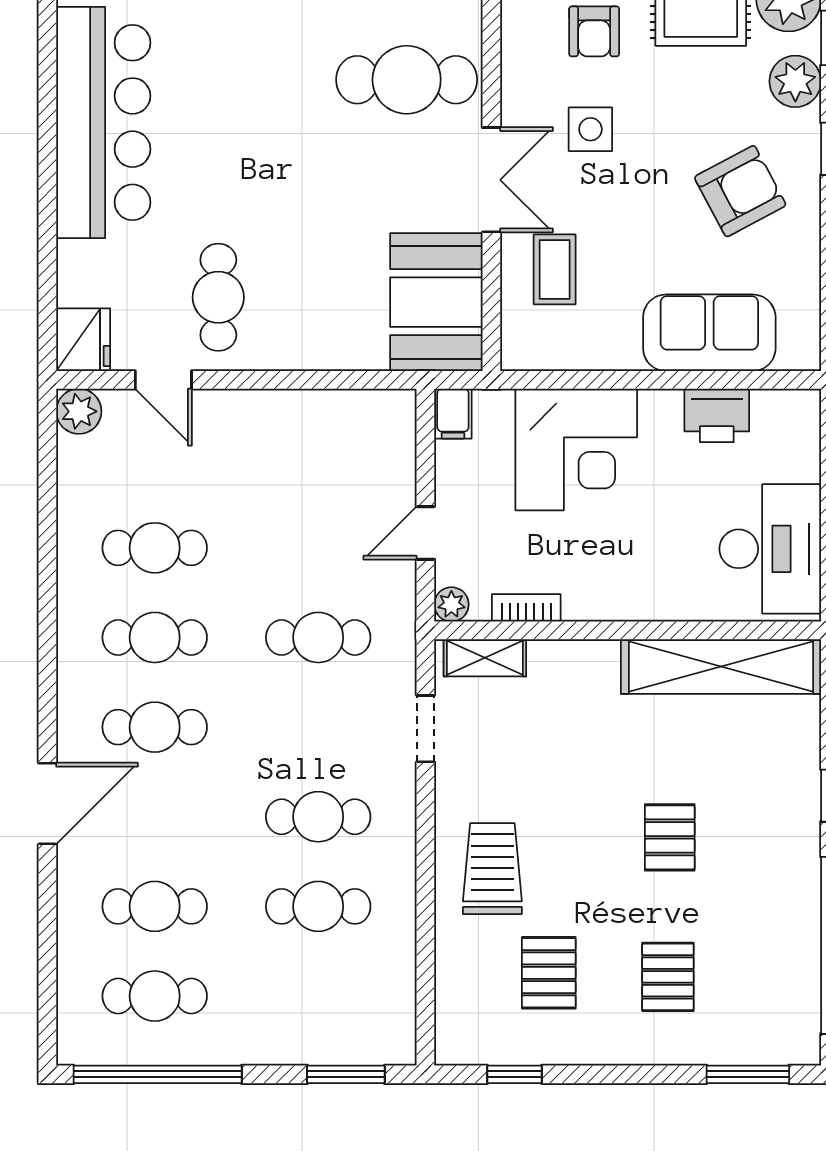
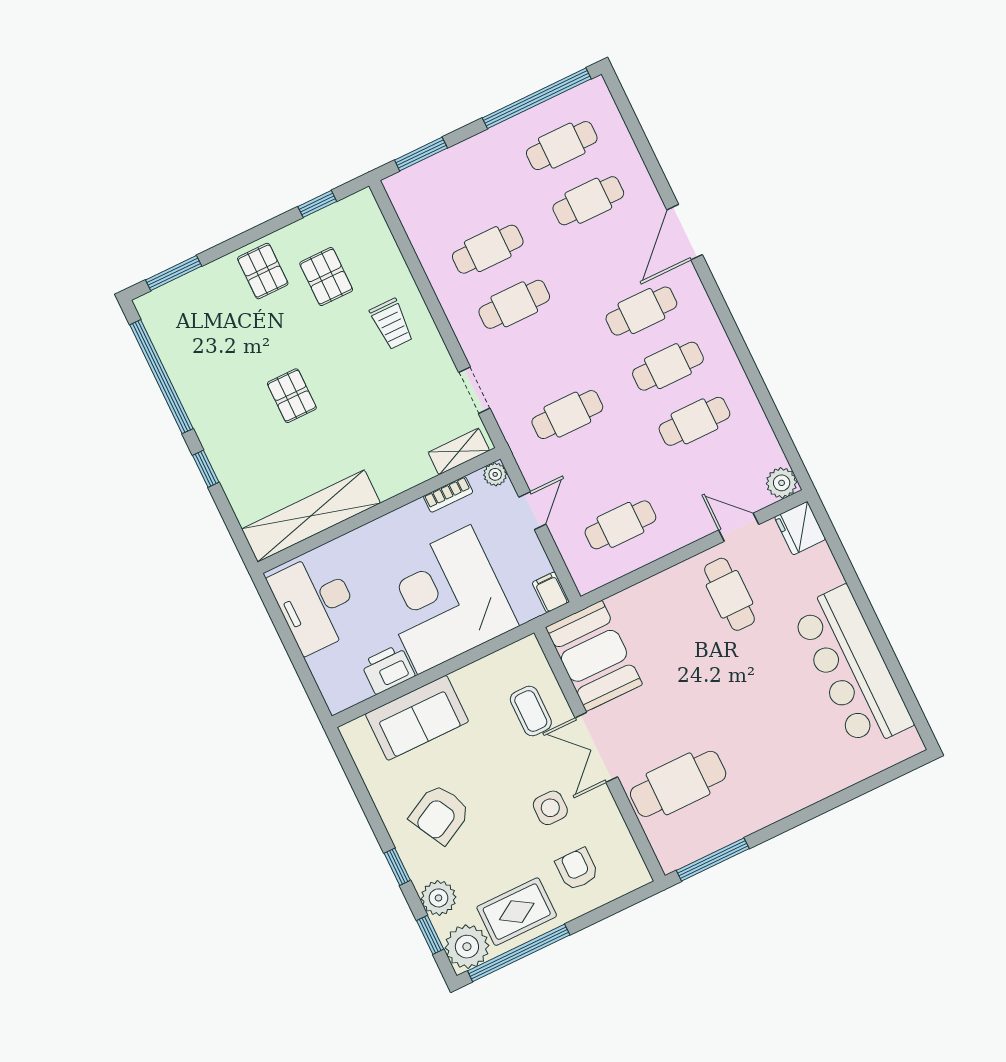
corner desk: (576, 449) -> (444, 600), width x1.36, depth x1.36
cafe table: (318, 458) -> (620, 525), added
trolley: (492, 869) -> (392, 324), width x0.73, depth x0.72
pallet: (668, 977) -> (263, 271), moved

